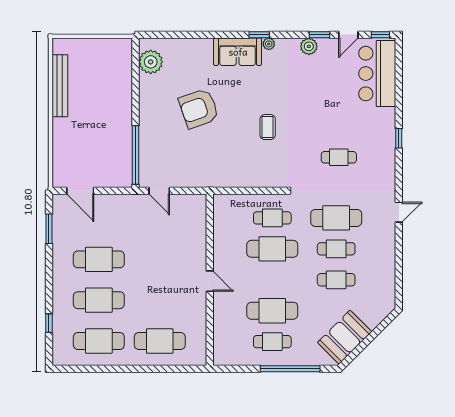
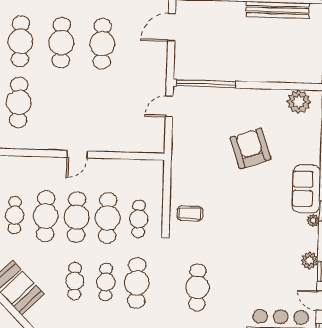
coffee table: (268, 127) -> (190, 213), moved
cafe table: (339, 157) -> (197, 287), width x1.37, depth x1.35
cafe table: (272, 280) -> (77, 217), added

